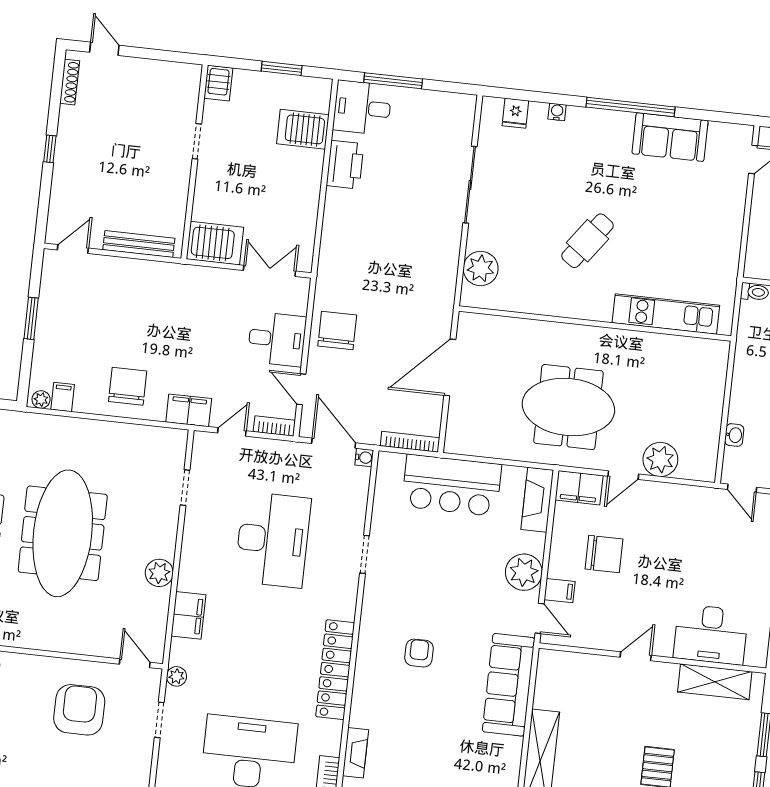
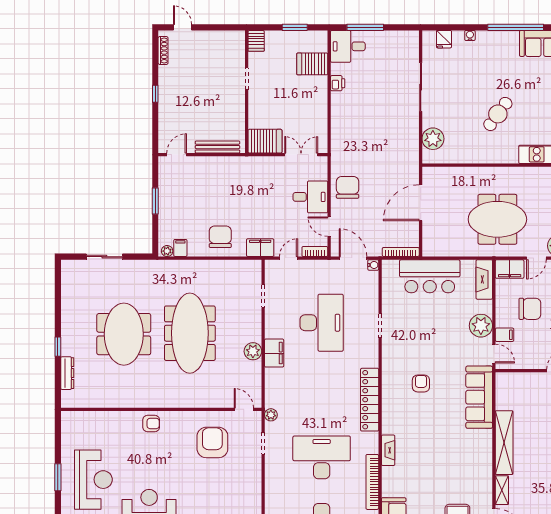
printer: (345, 165) -> (338, 83), width x0.53, depth x0.68
filing cabinet: (188, 615) -> (274, 353), moved

